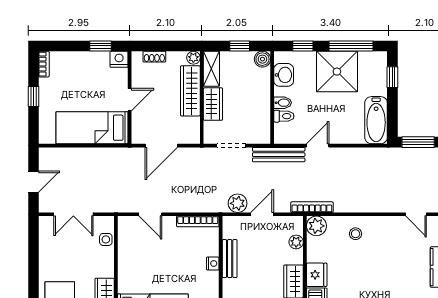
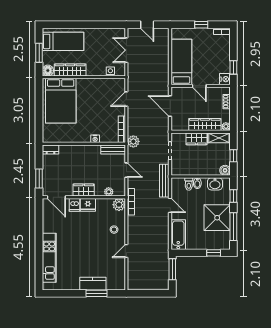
bathtub: (376, 120) -> (178, 235), moved, turned 90
plant: (238, 203) -> (133, 141), moved
door: (416, 214) -> (126, 251), moved
bench: (230, 259) -> (113, 149), moved

